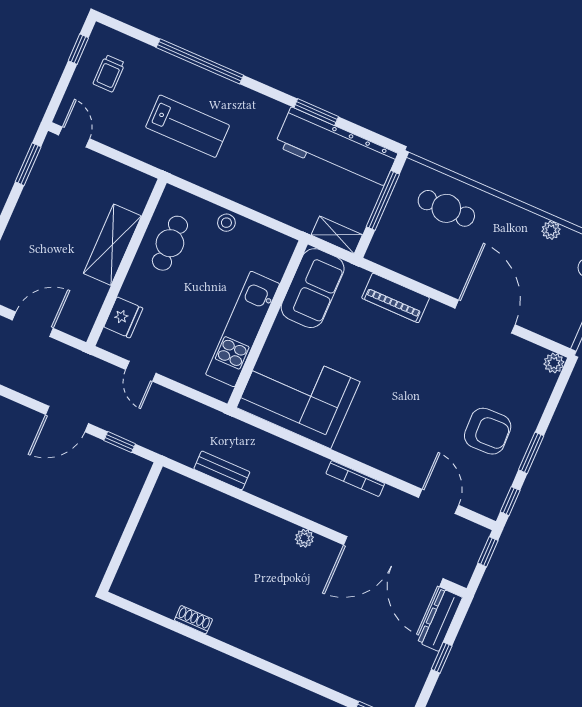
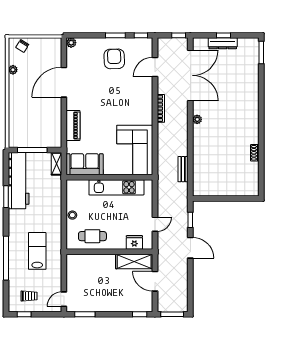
cafe table: (446, 208) -> (23, 120), removed
shelving: (112, 245) -> (134, 261), moved
window: (488, 552) -> (179, 35), moved
dresser: (440, 620) -> (223, 43), moved

